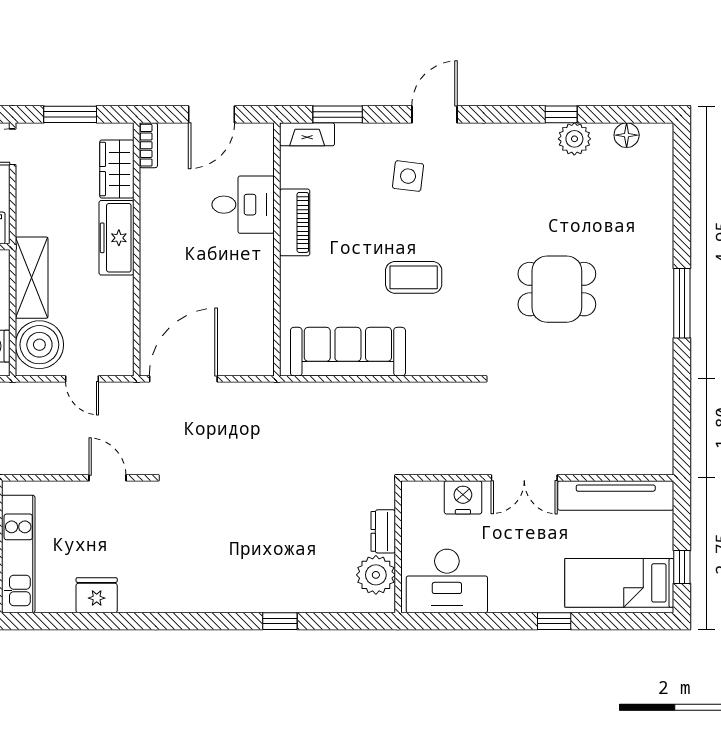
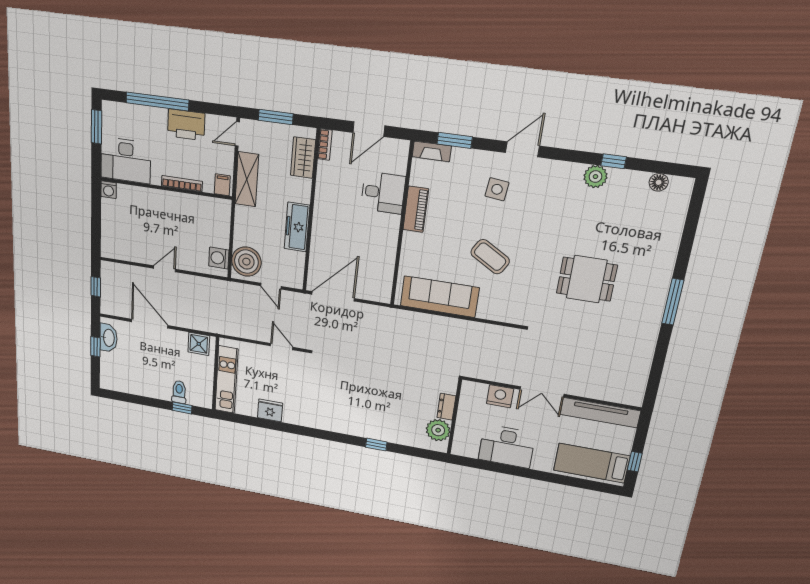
plant: (574, 139) -> (595, 177), moved
freezer: (116, 238) -> (297, 227), moved
coffee table: (414, 277) -> (490, 257), turned 31
shelving: (32, 278) -> (247, 179), moved
desk: (447, 581) -> (507, 446), moved
window: (554, 621) -> (545, 476), removed

